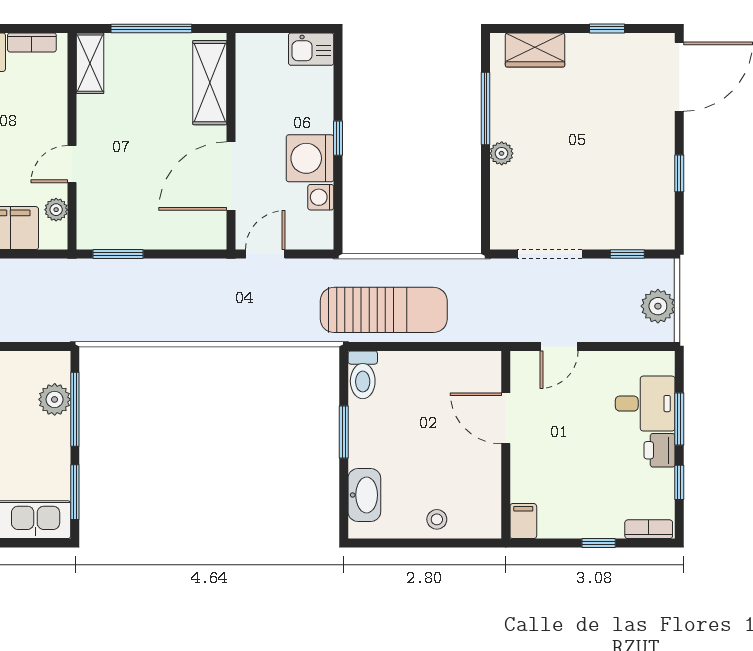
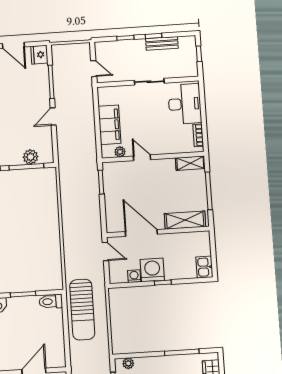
plant: (502, 153) -> (128, 363), moved

